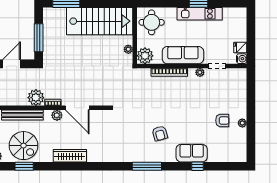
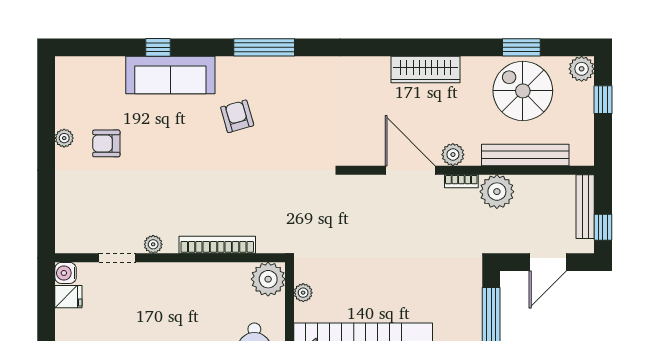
sofa: (183, 55) -> (189, 281), removed
sofa: (192, 153) -> (170, 75), width x1.36

